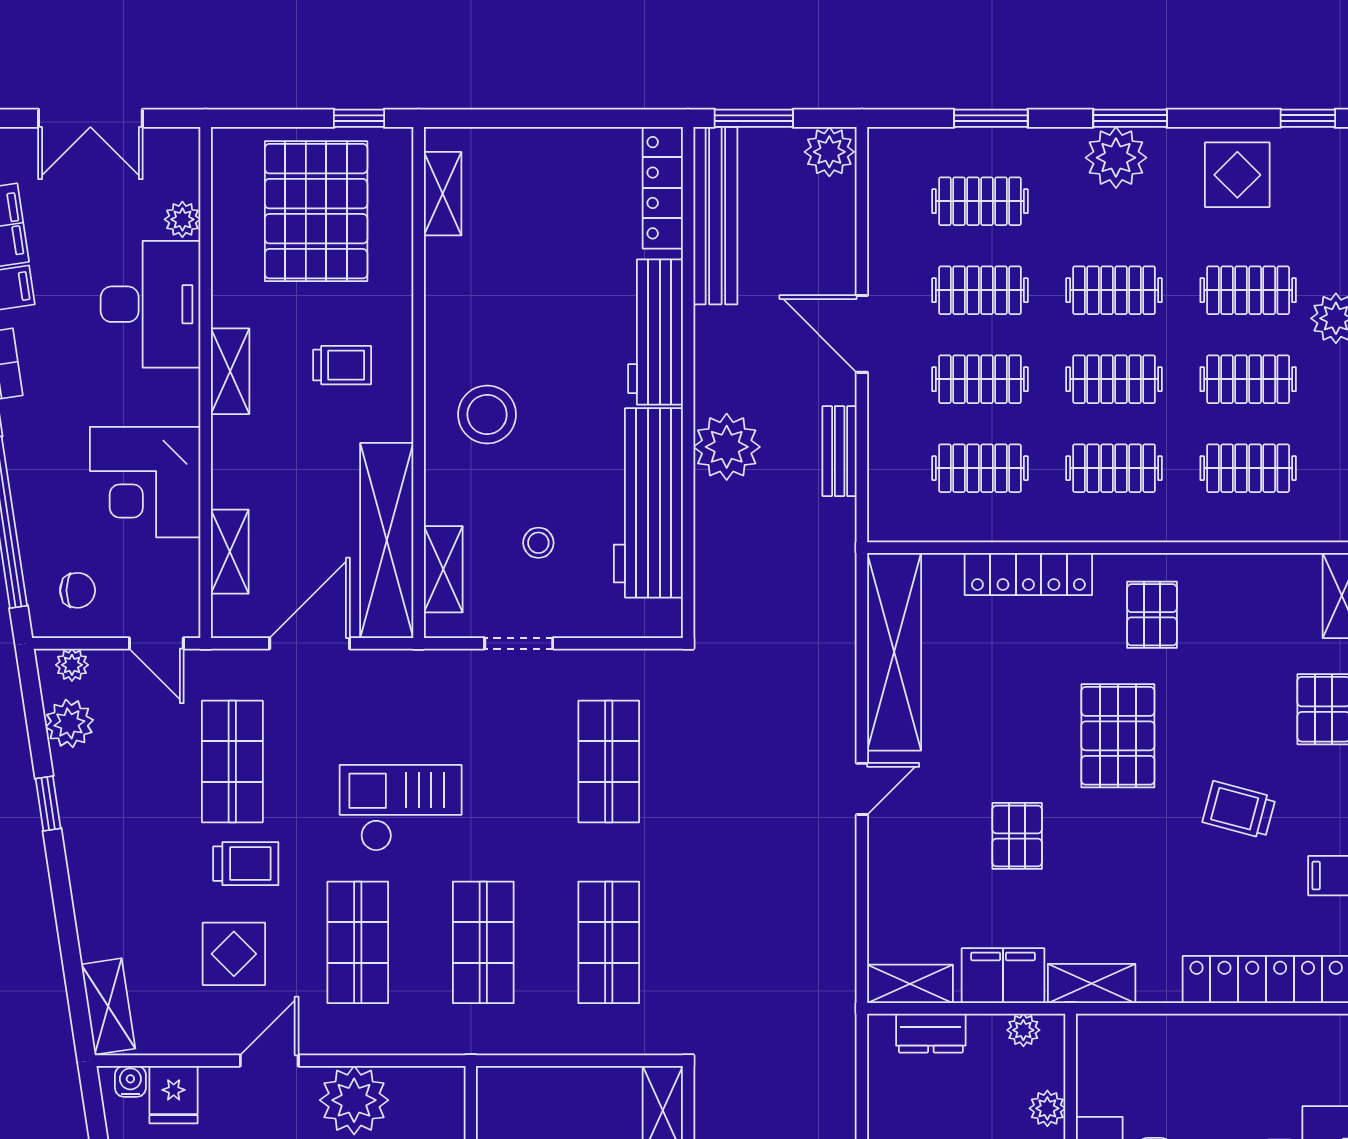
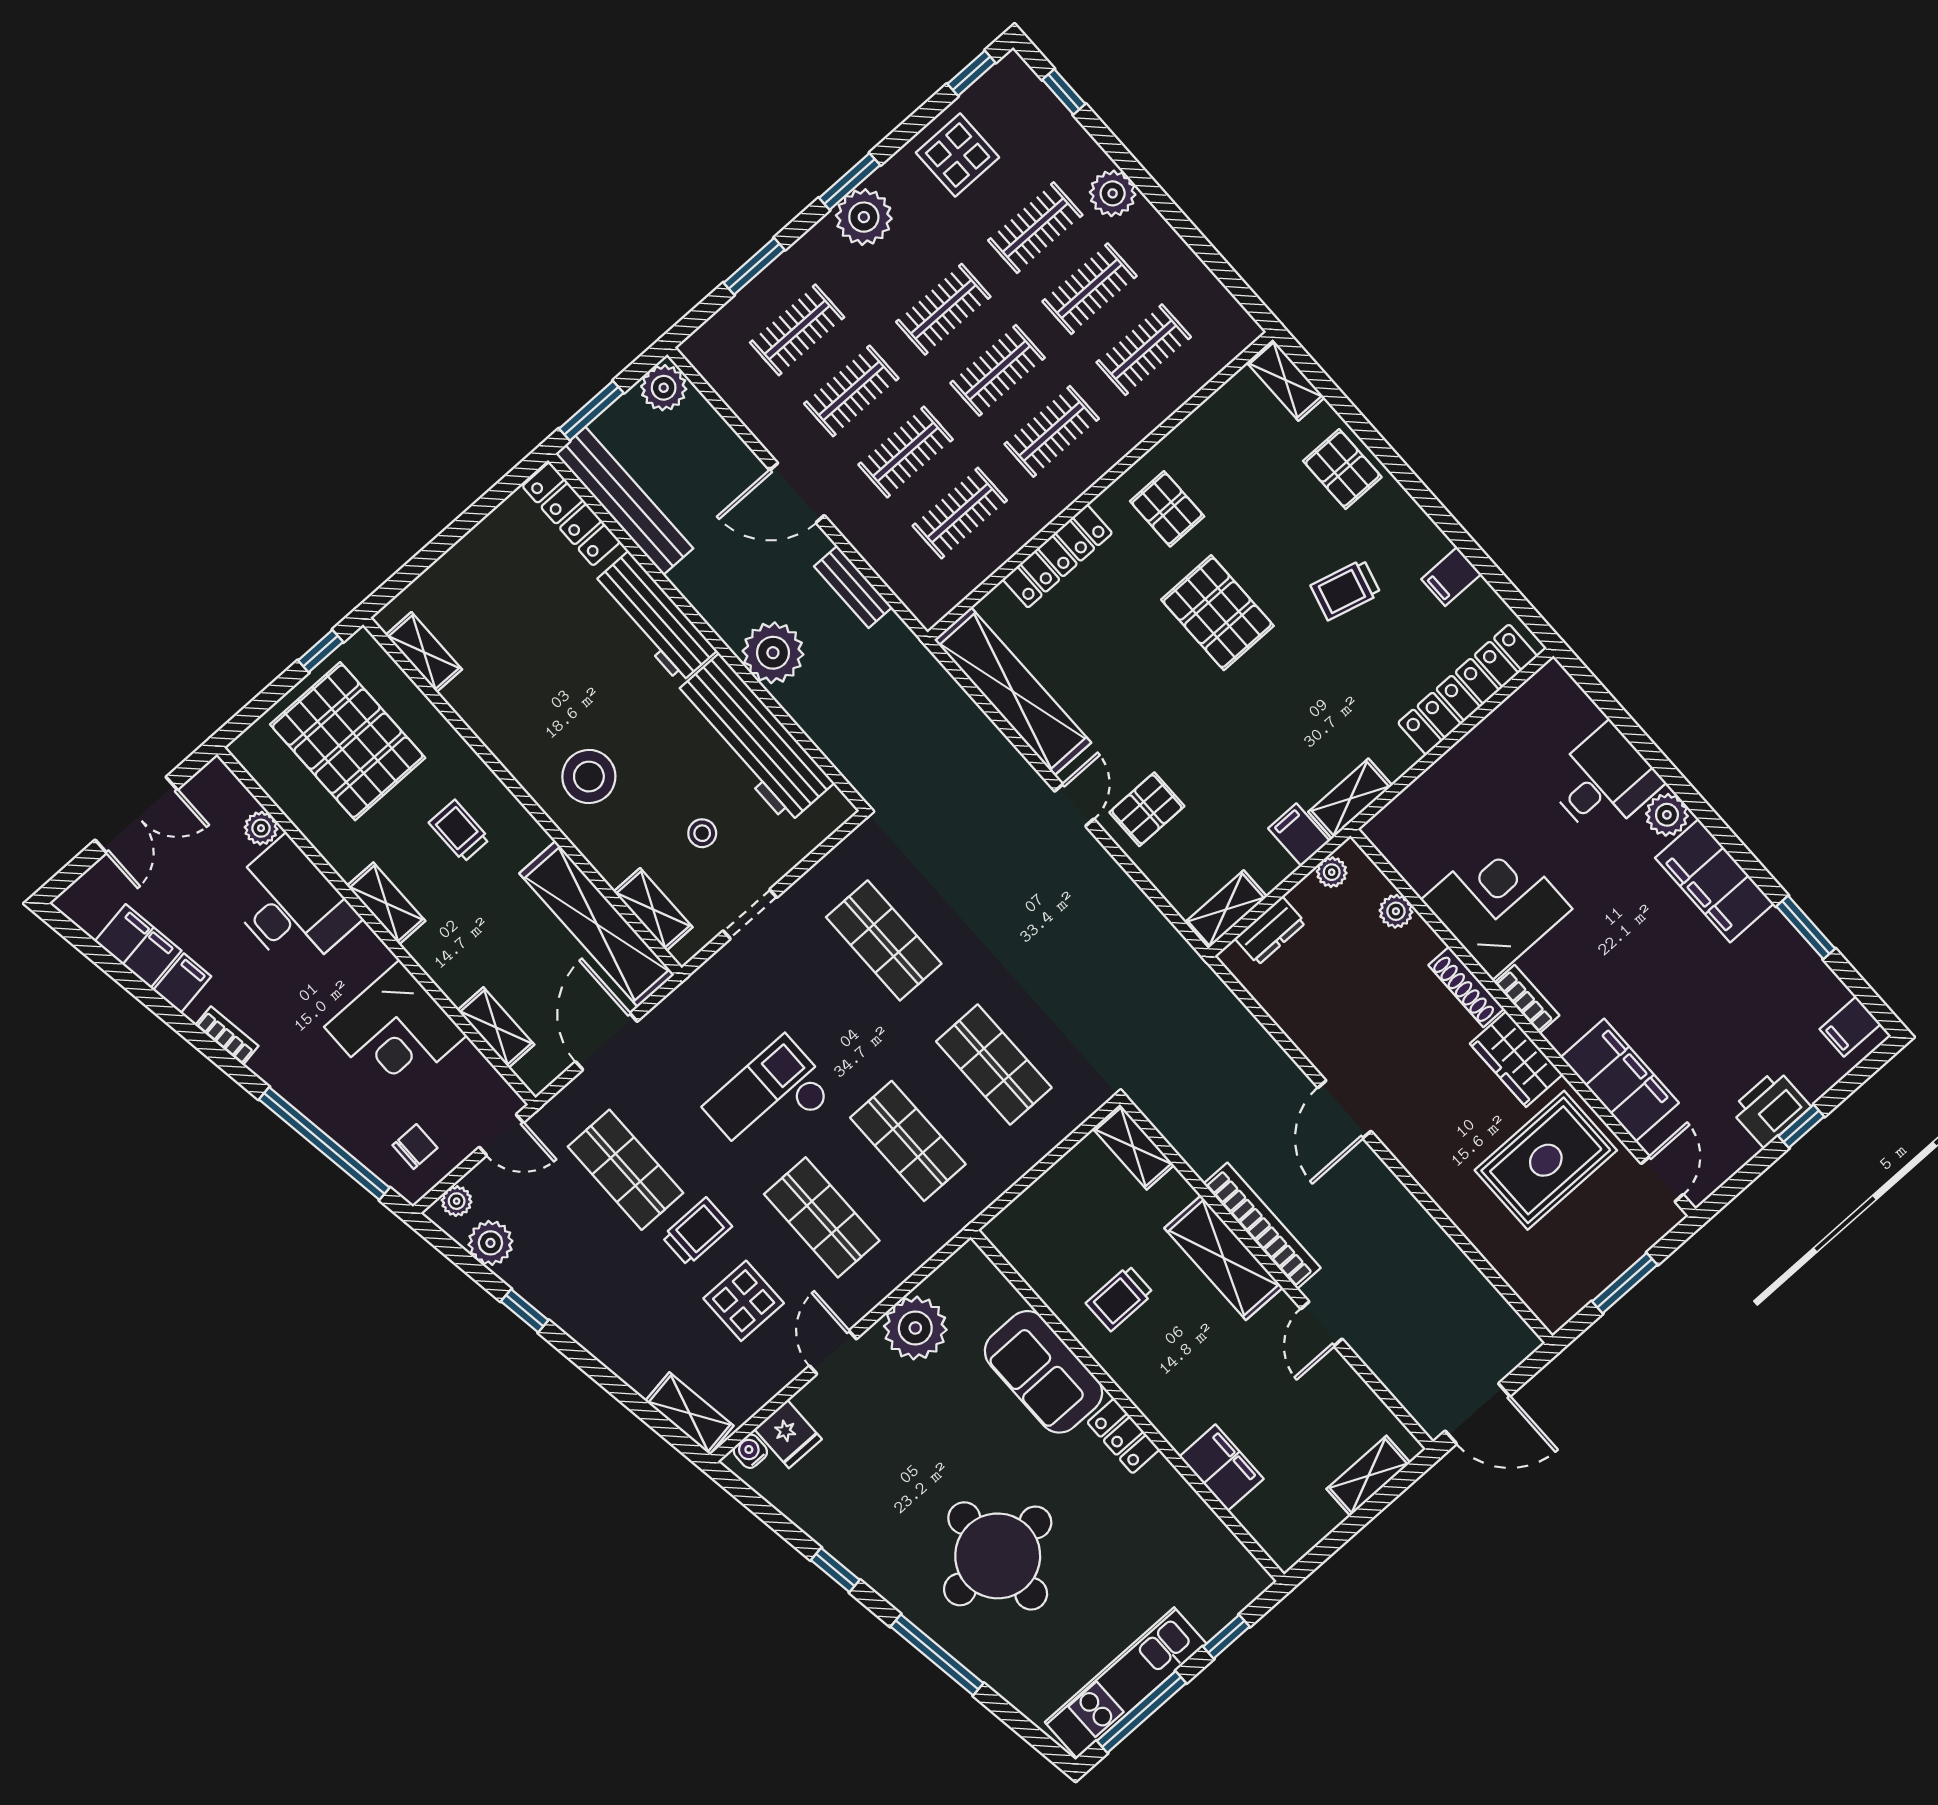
trolley: (342, 365) -> (459, 831), turned -90
pallet: (1017, 836) -> (1147, 809), moved, turned 90
filing cabinet: (1003, 976) -> (1299, 835), width x0.50

